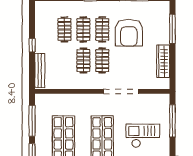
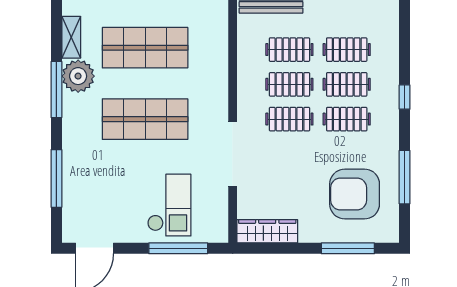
armchair: (129, 33) -> (355, 194), moved
clothes rail: (64, 61) -> (289, 50), added
wardrobe: (163, 61) -> (267, 231), moved
checkout: (143, 136) -> (169, 205), moved

